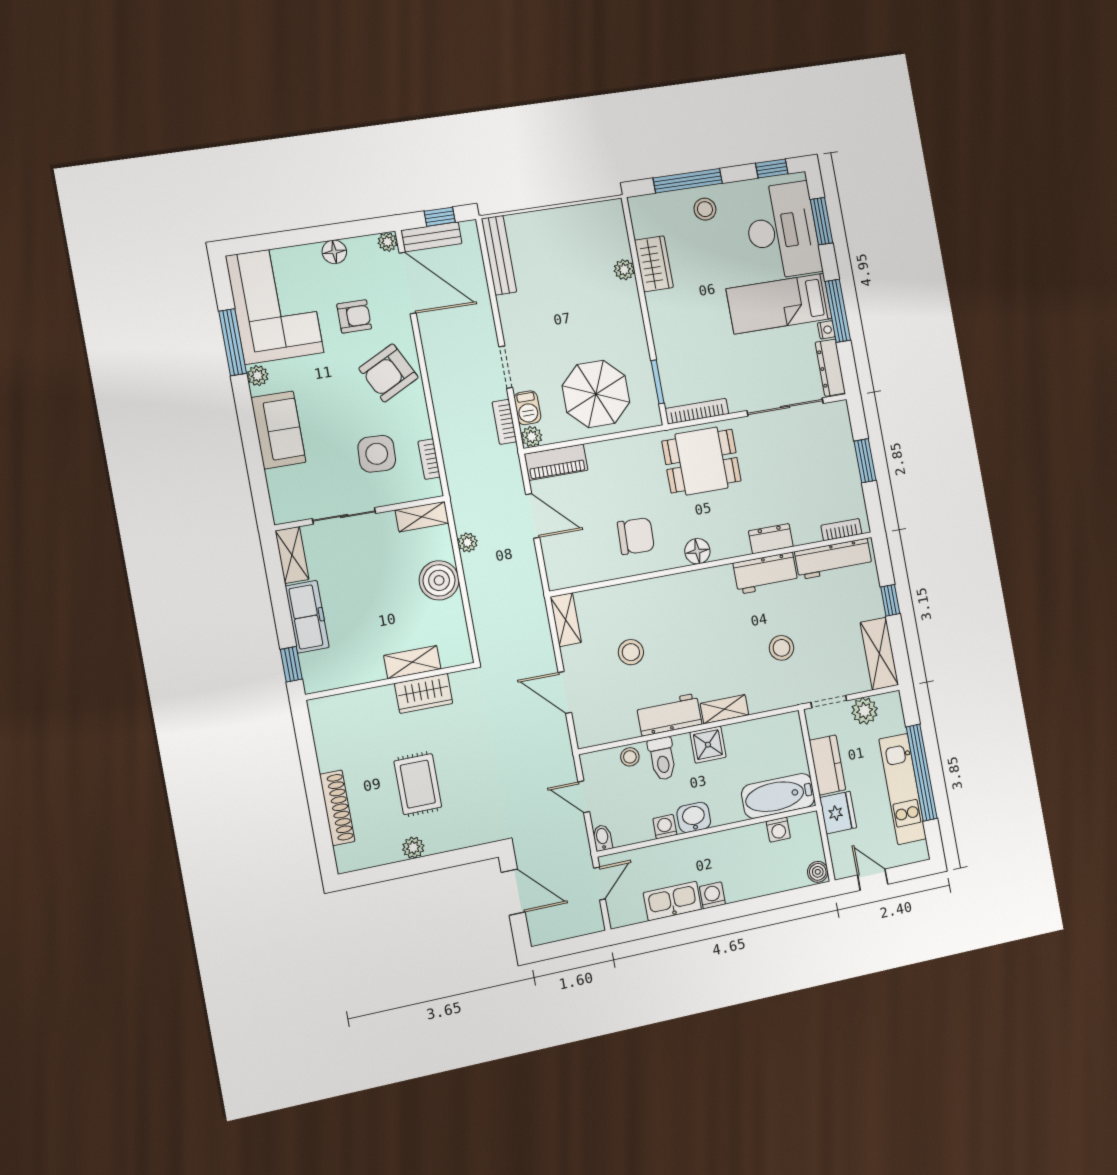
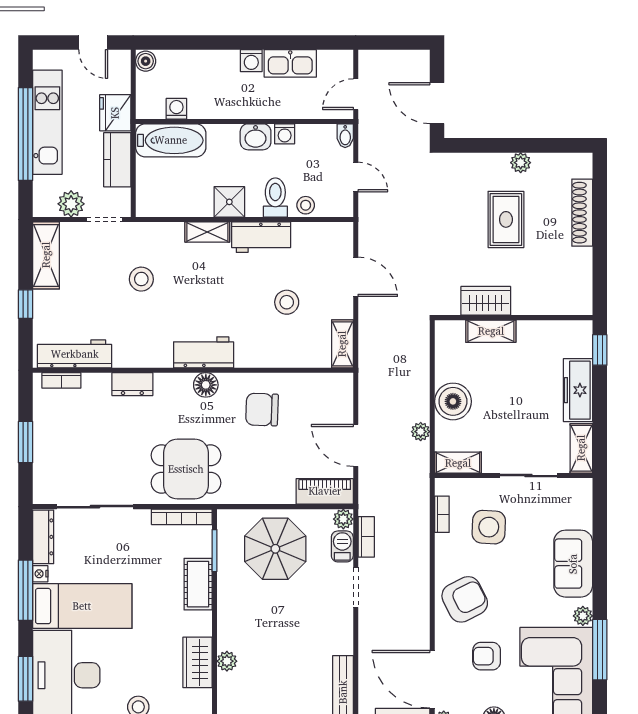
cot: (668, 345) -> (198, 584), added
workbench: (766, 573) -> (204, 352), moved

